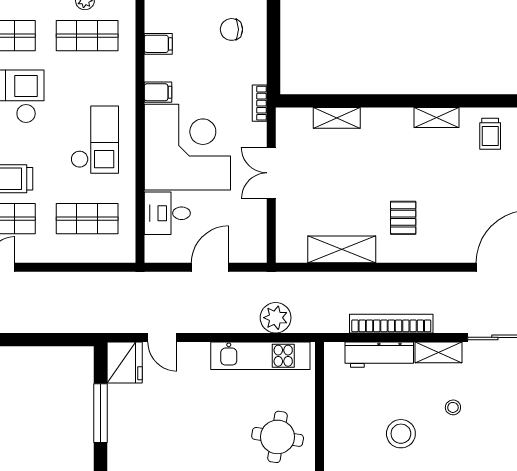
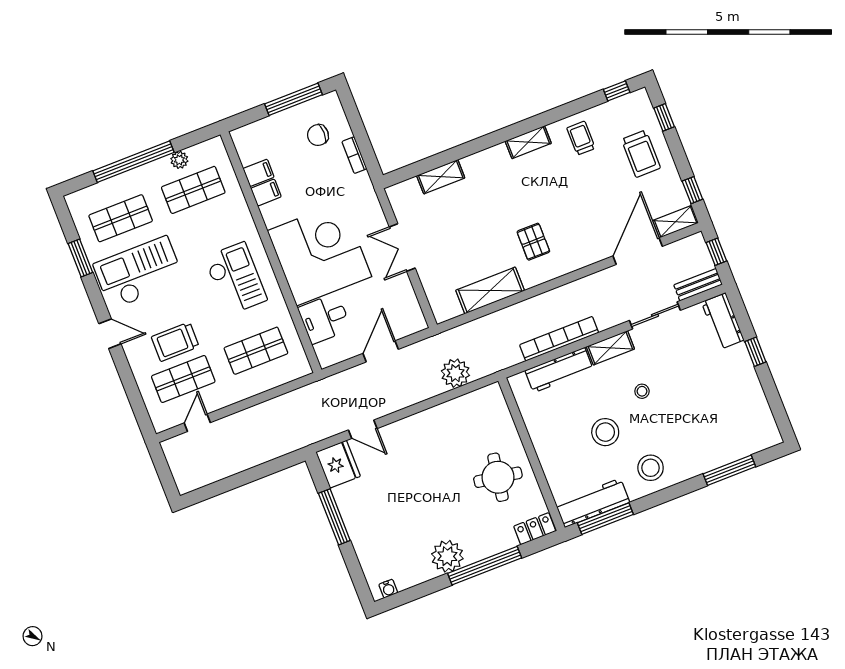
filing cabinet: (158, 92) -> (266, 193), moved
bookcase: (260, 103) -> (354, 155), moved
trolley: (490, 134) -> (581, 138), turned 180
kitchen unit: (260, 356) -> (455, 412), removed

